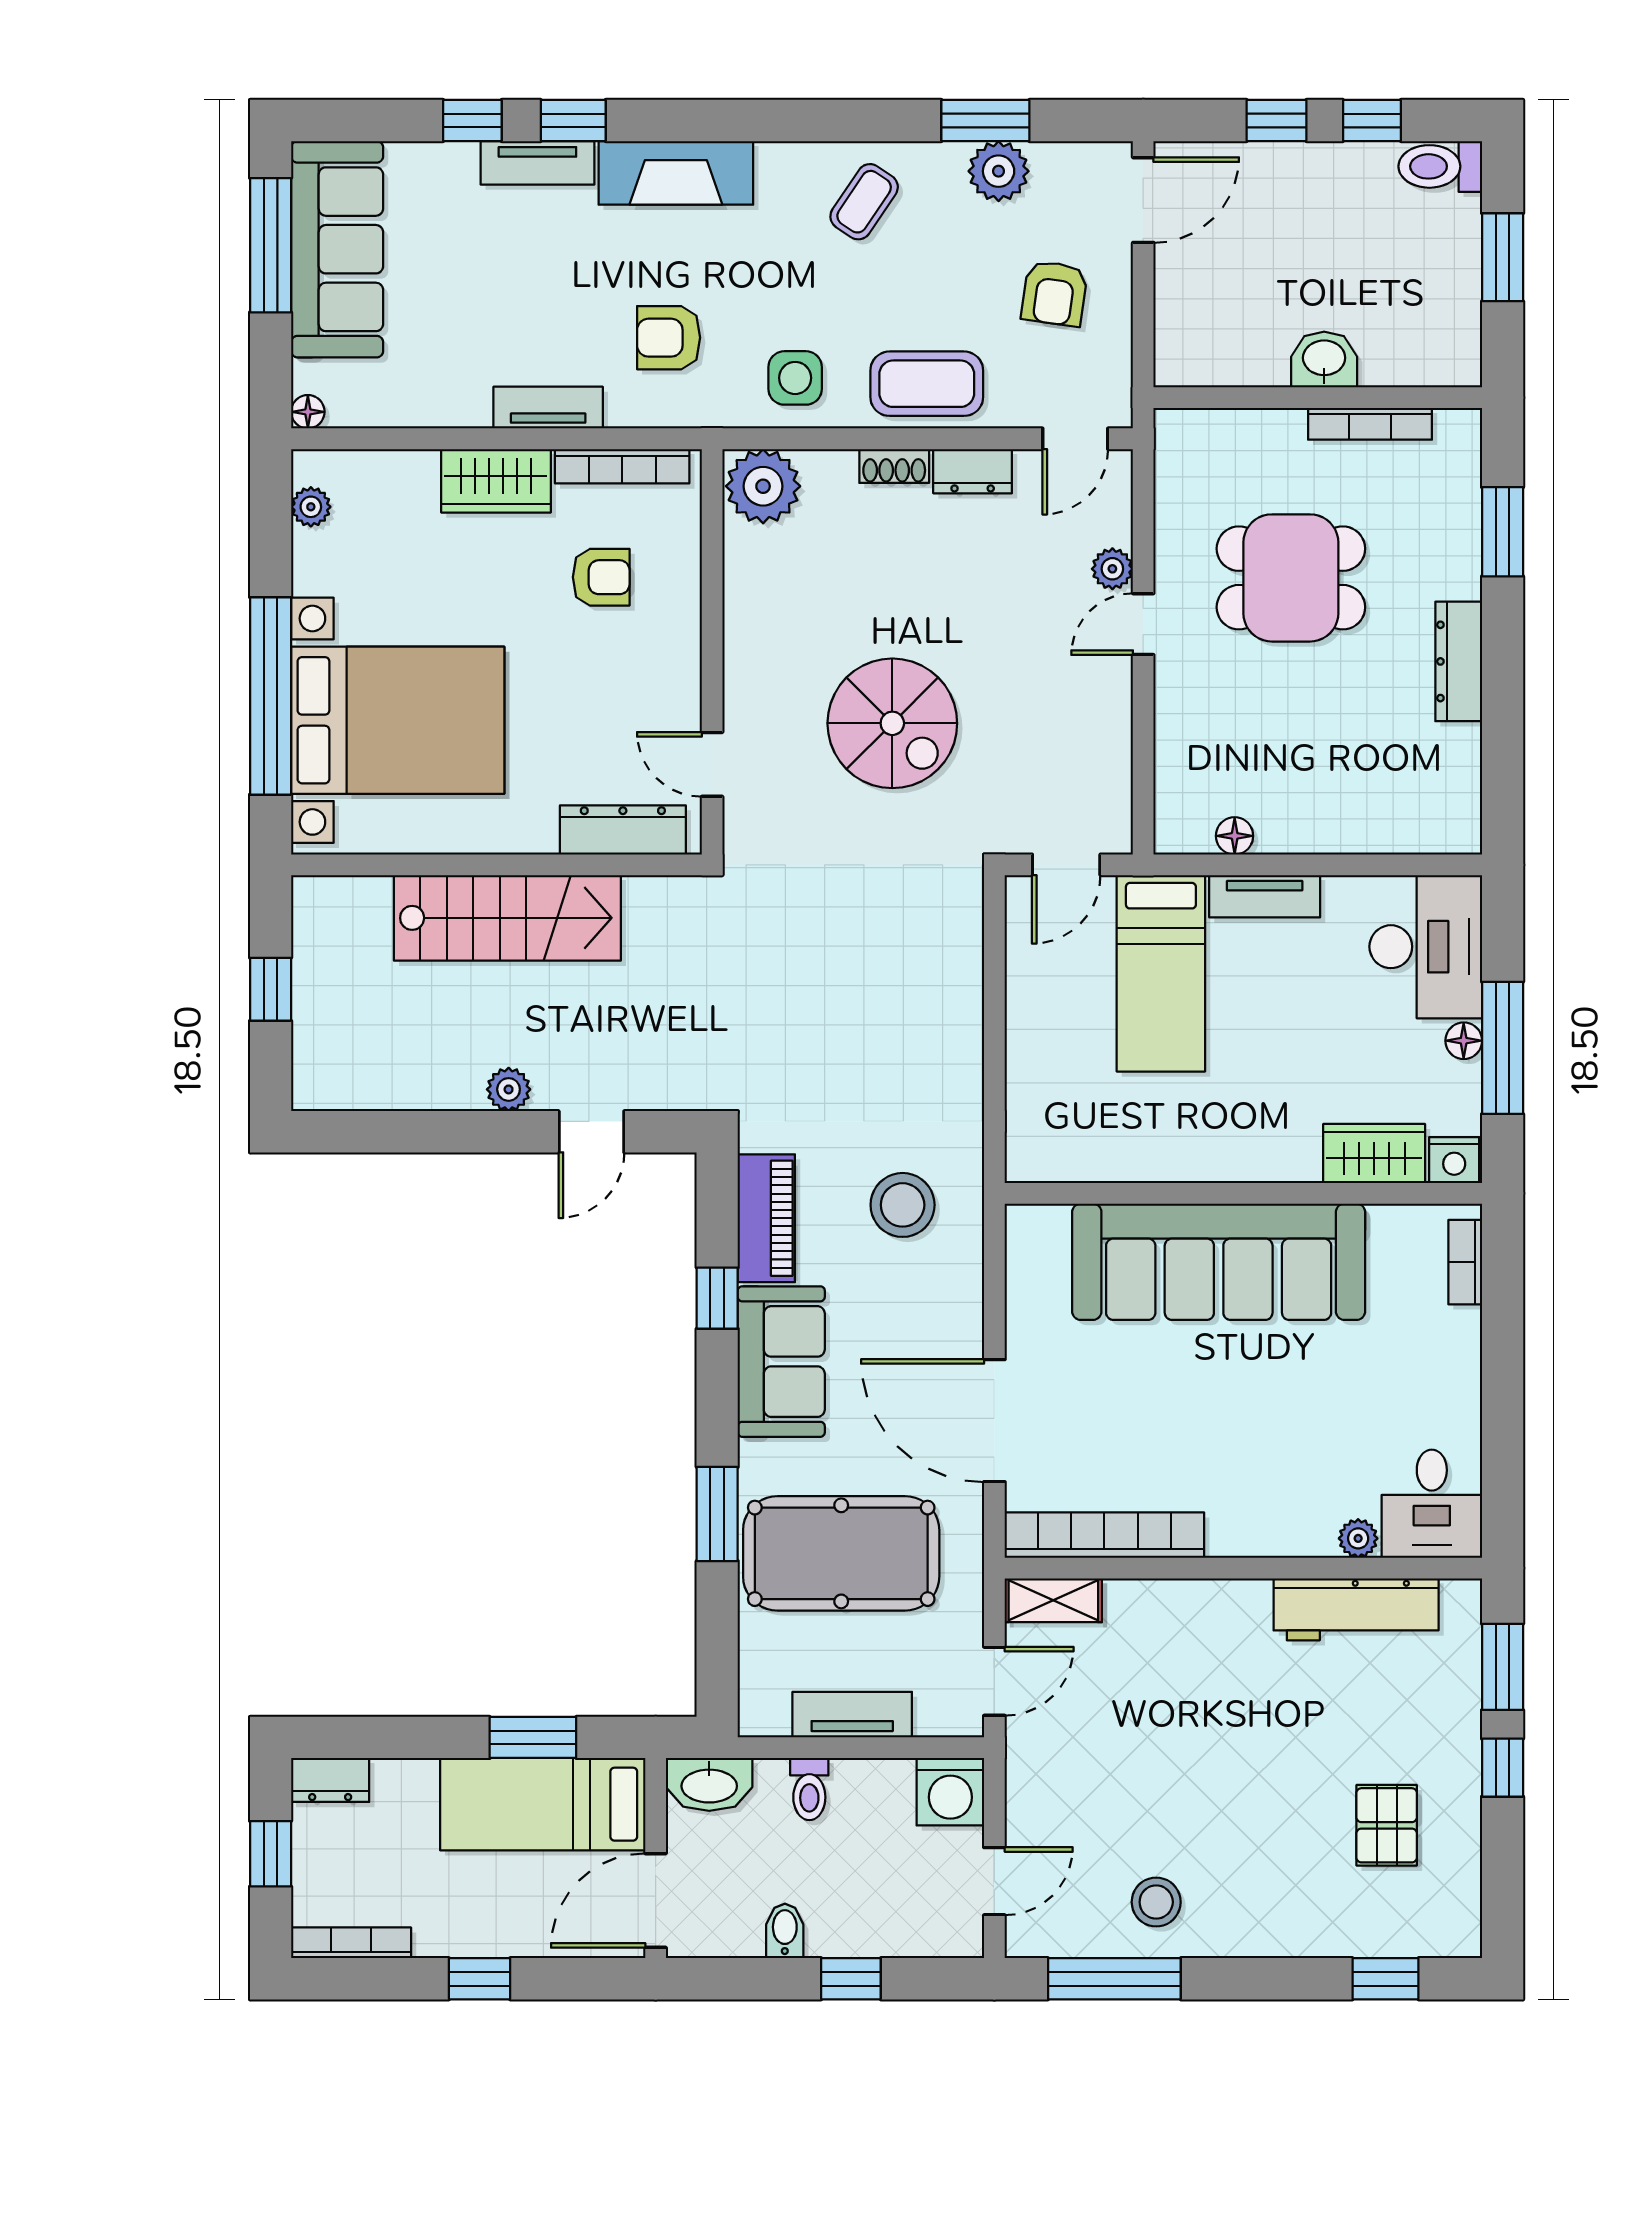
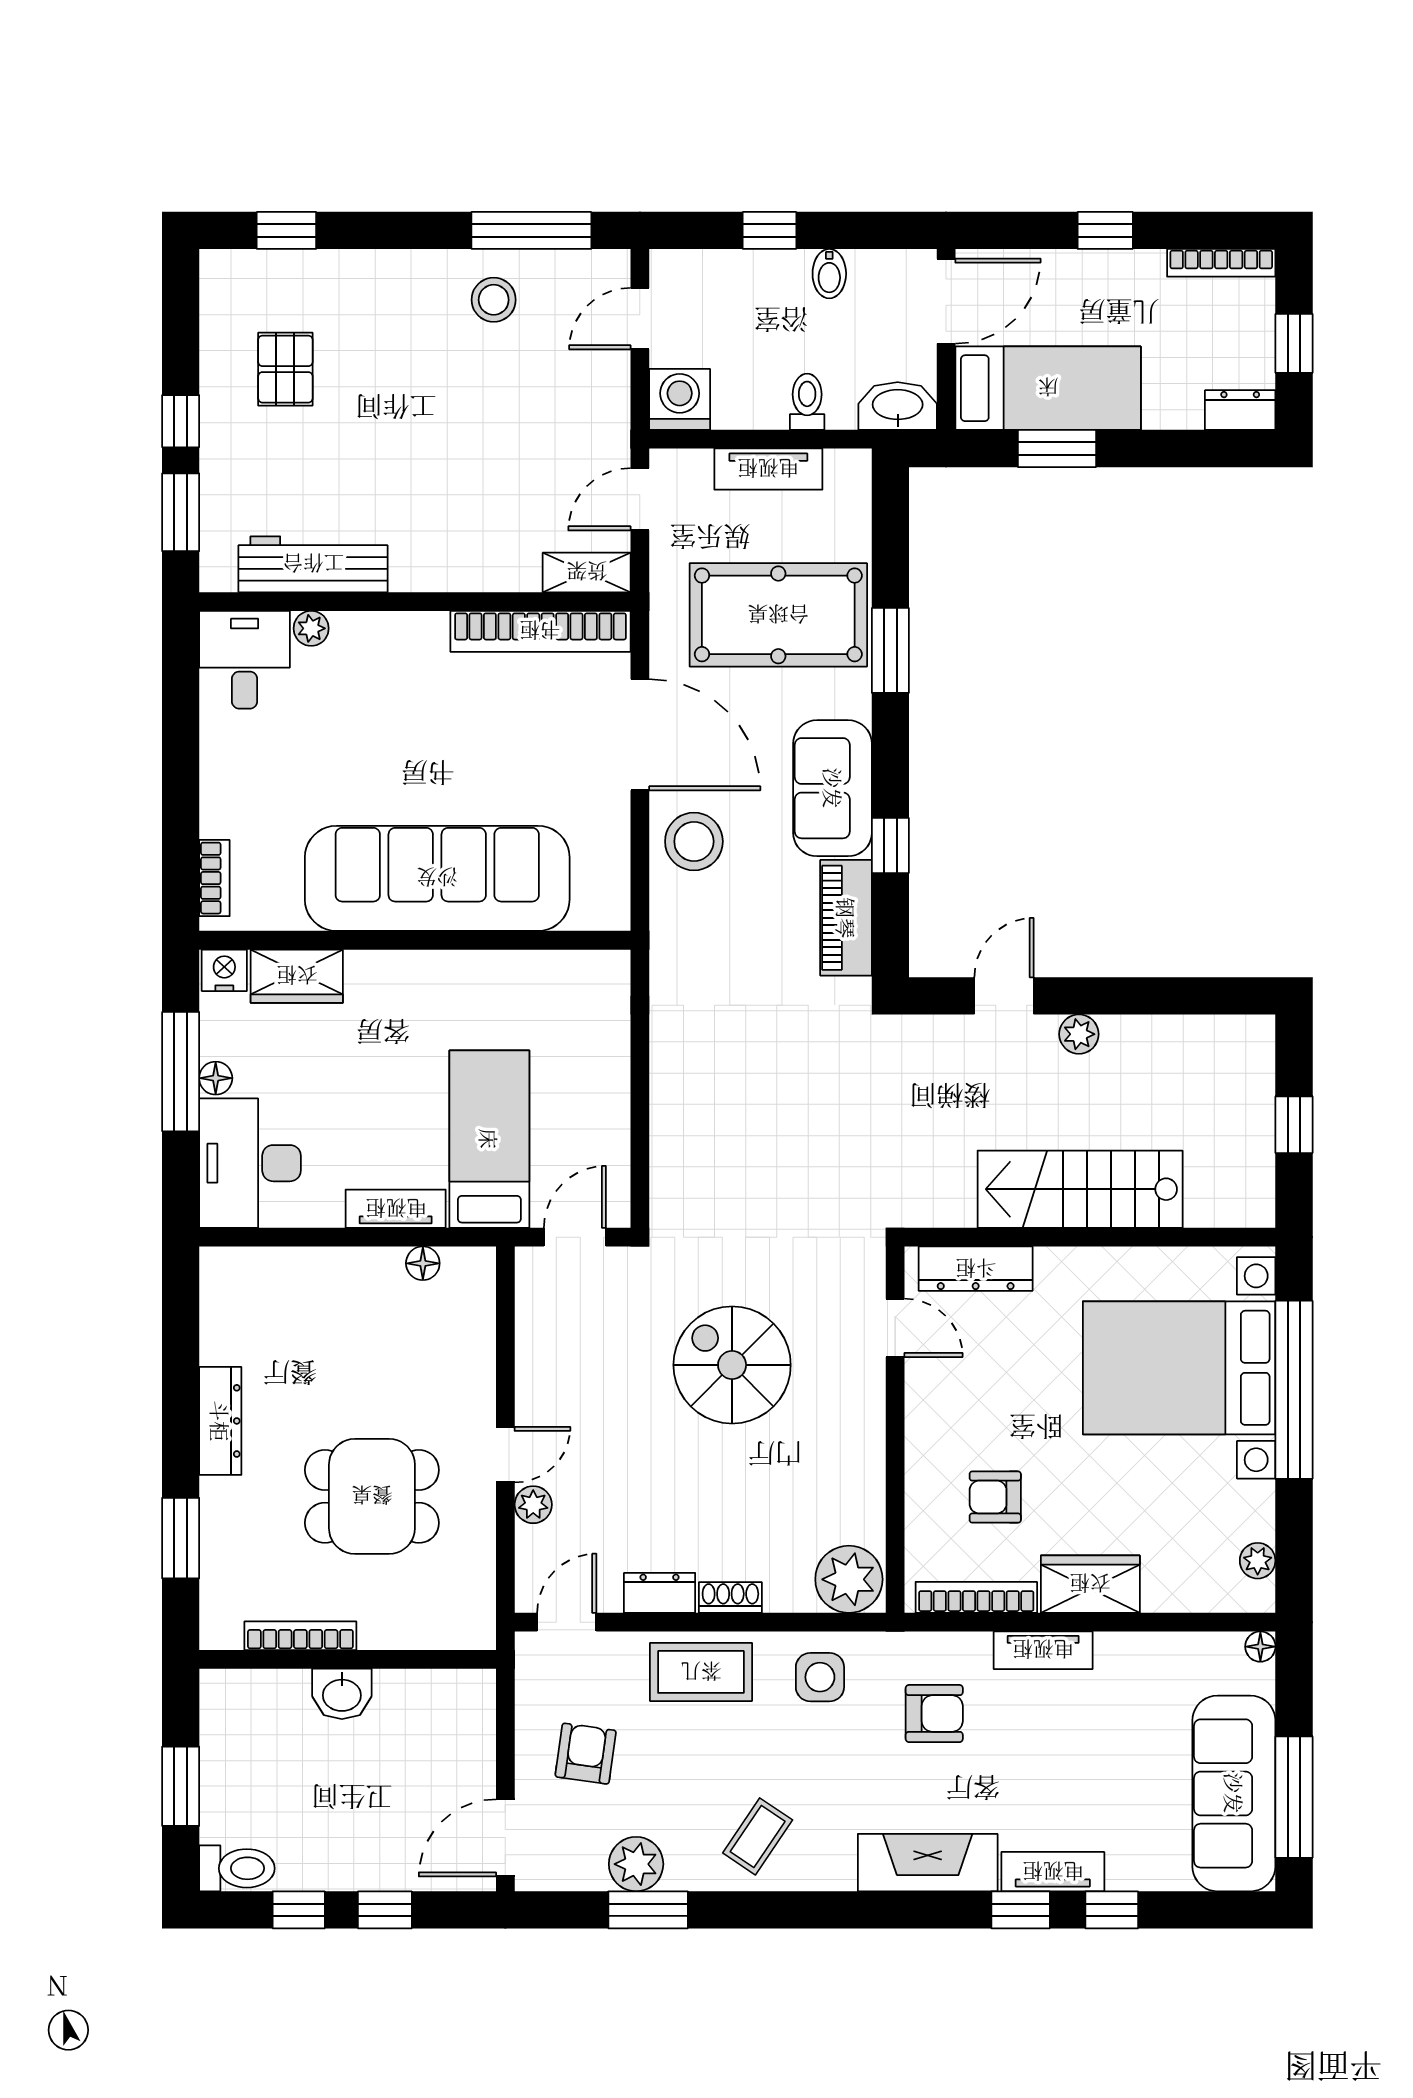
stool: (903, 1205) -> (694, 841), moved

